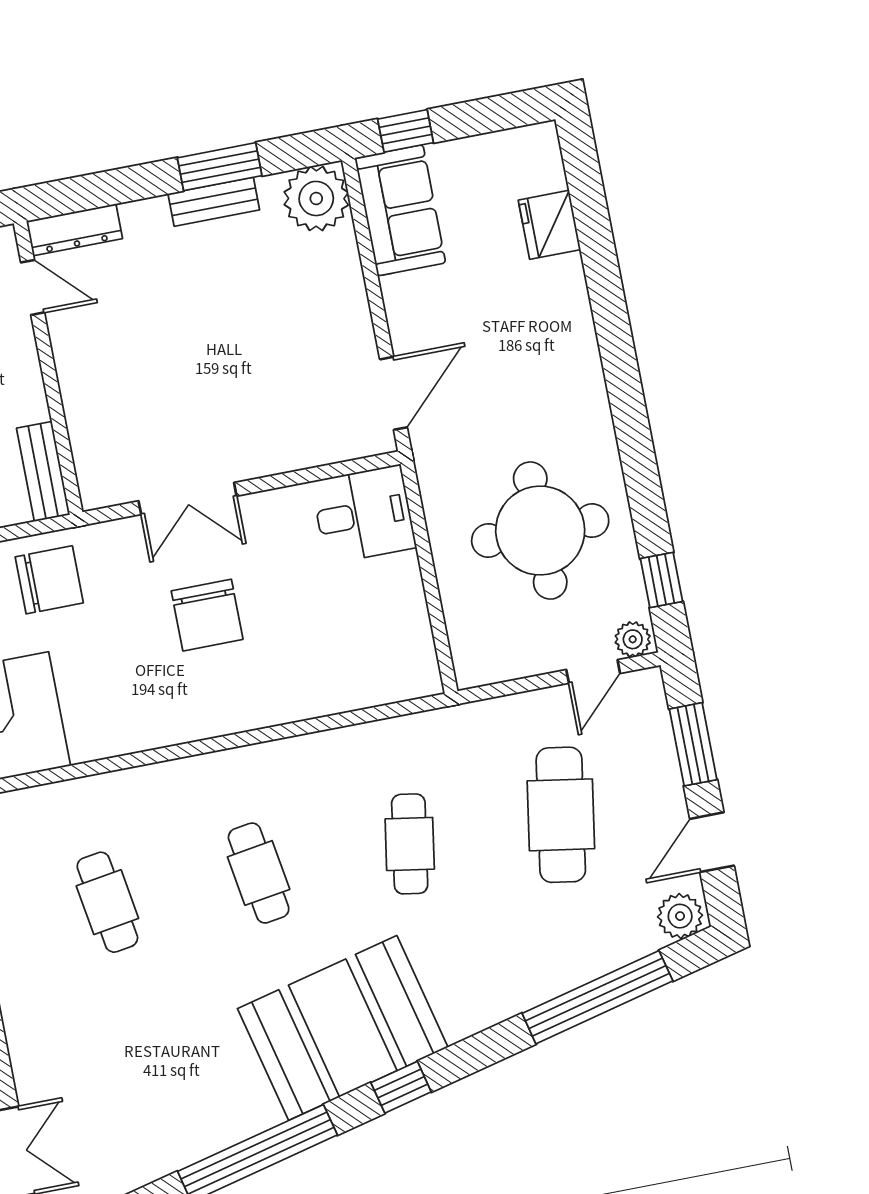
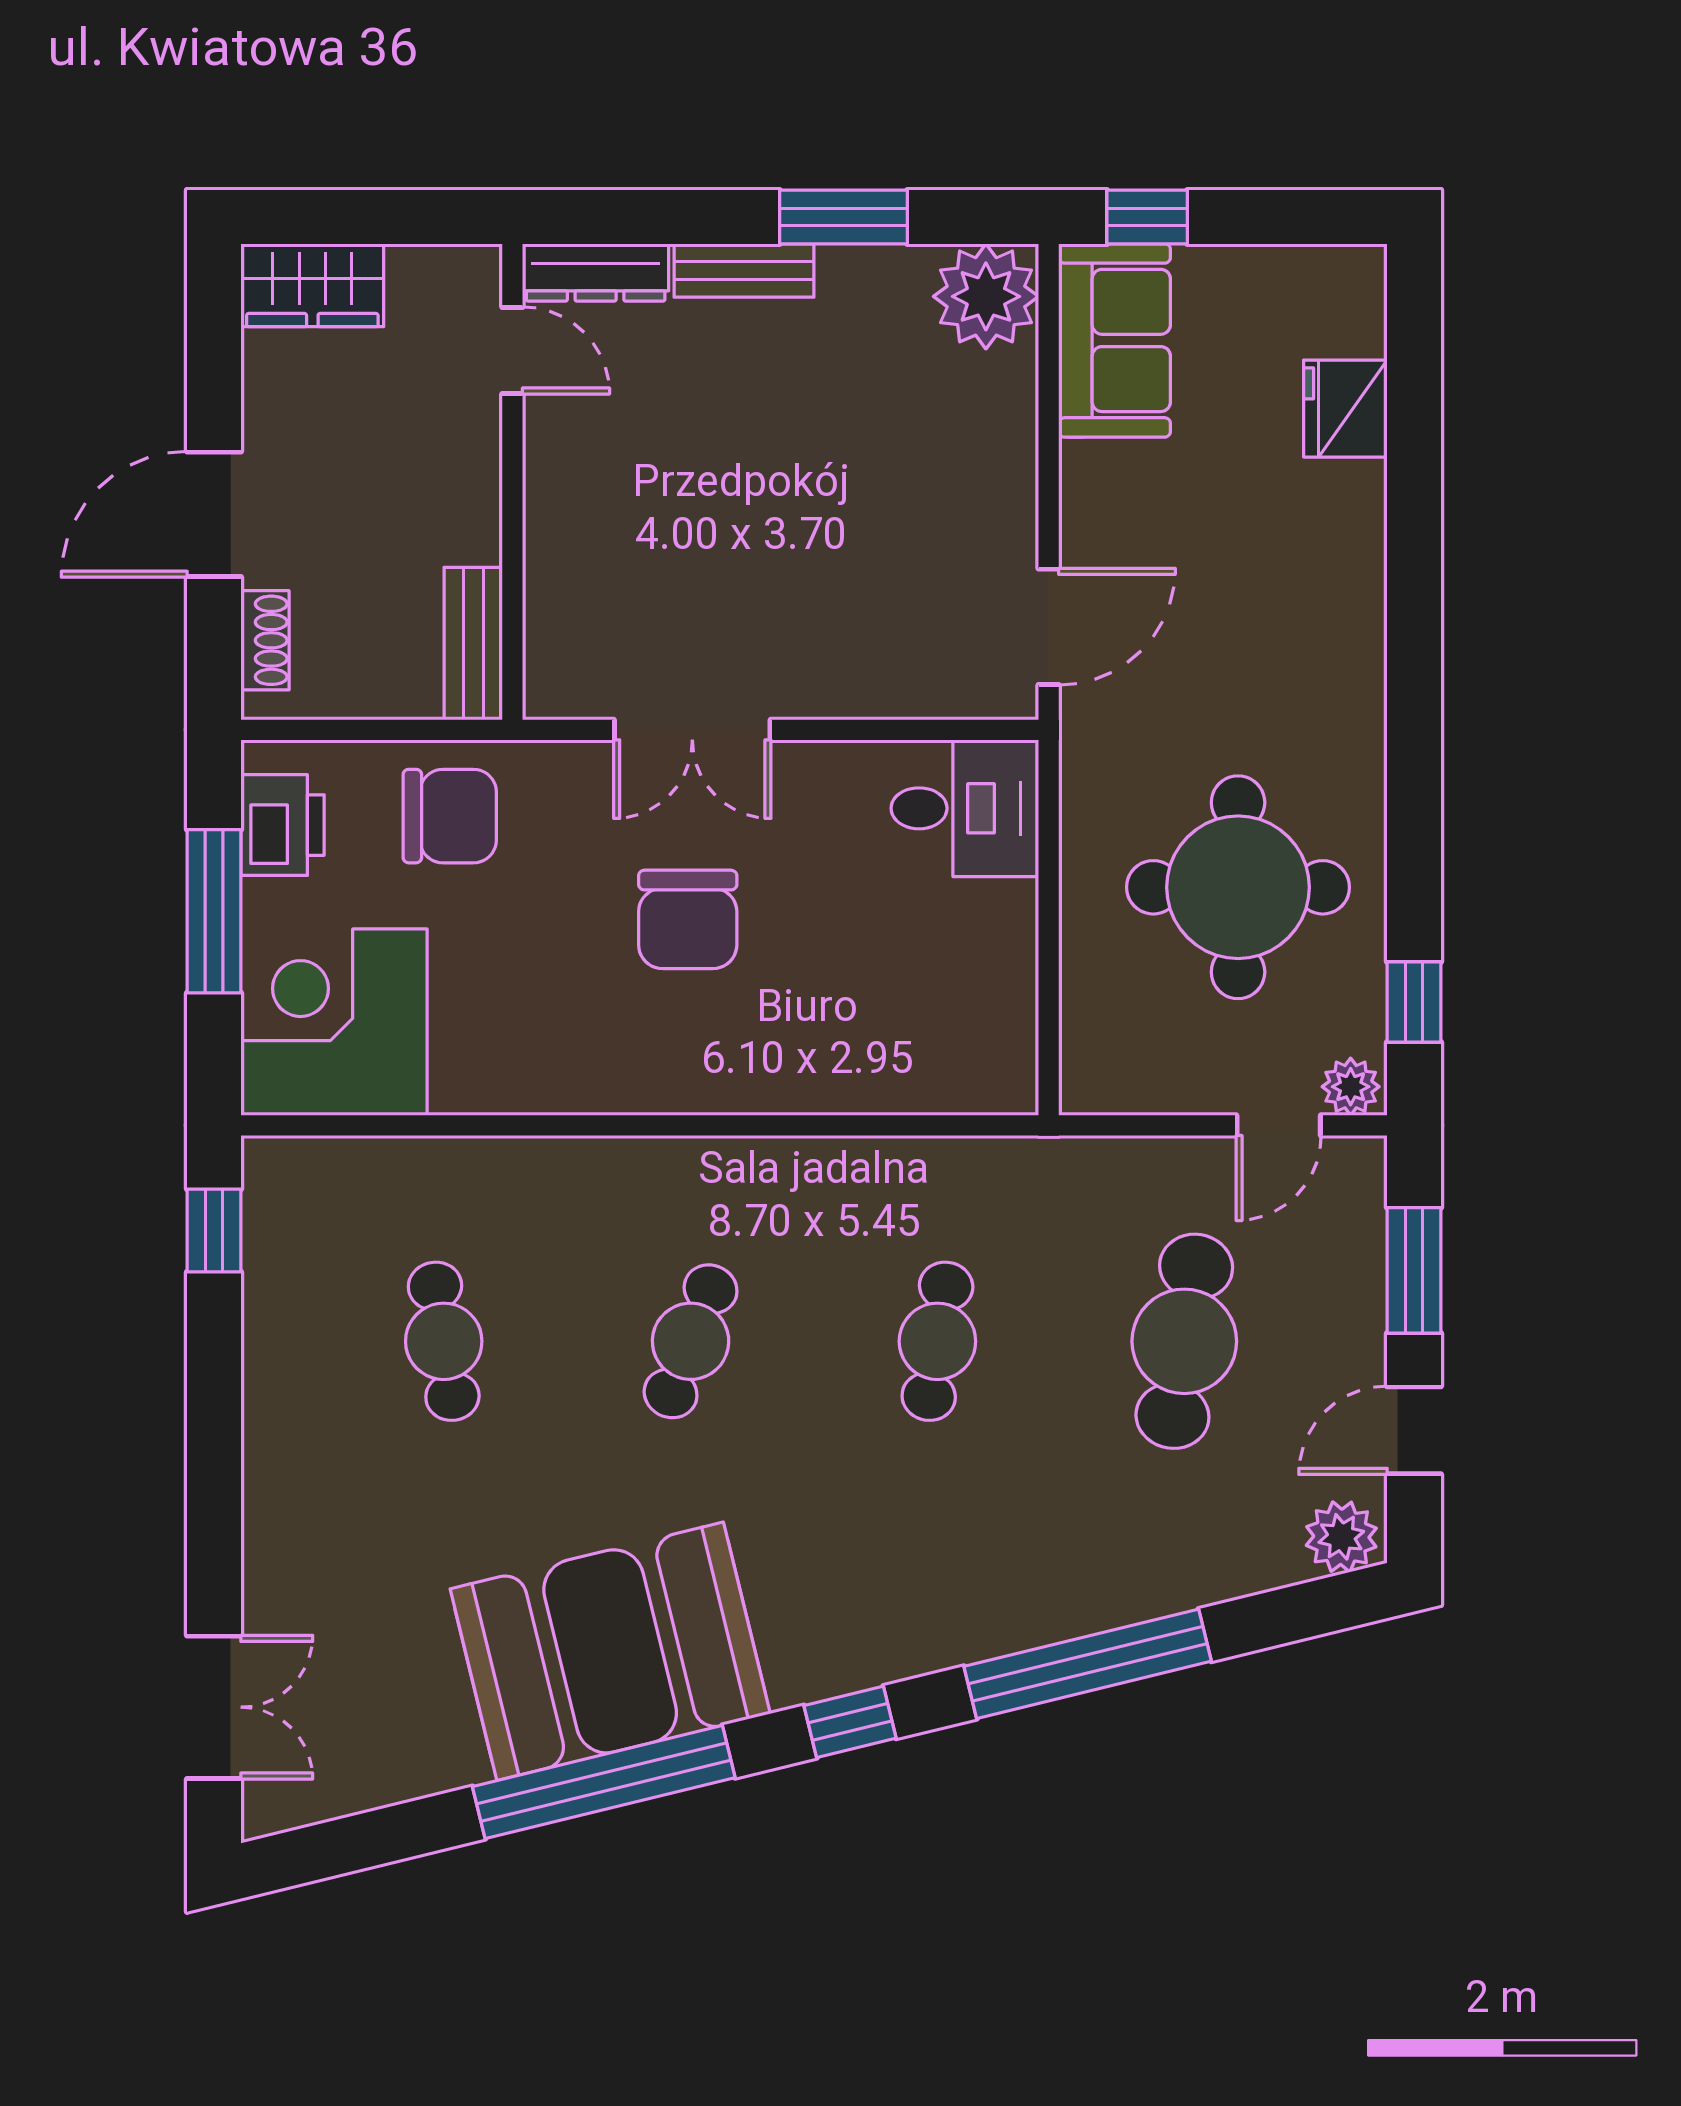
bench: (214, 202) -> (744, 270), moved
cafe table: (259, 873) -> (691, 1341), turned 30
window: (597, 997) -> (1088, 1664), moved
booth: (343, 1028) -> (610, 1651), moved

